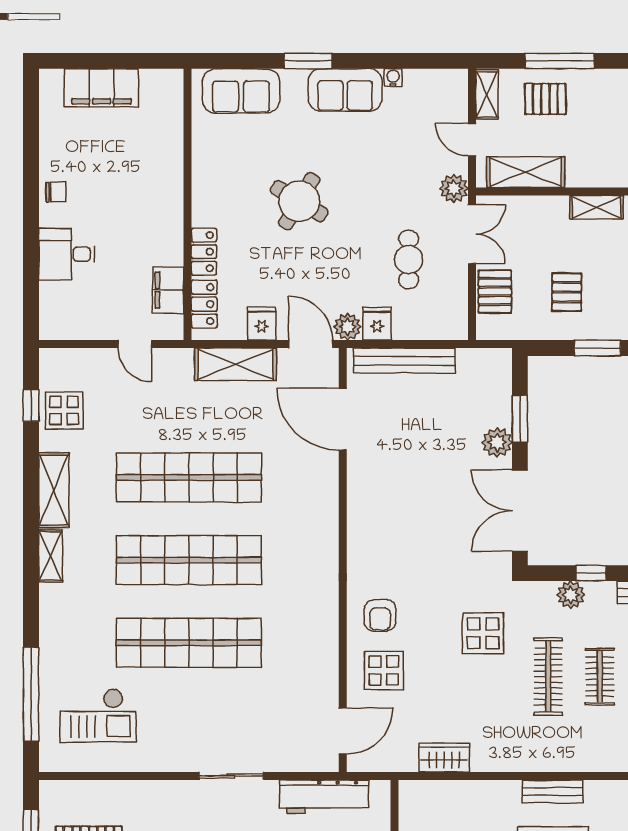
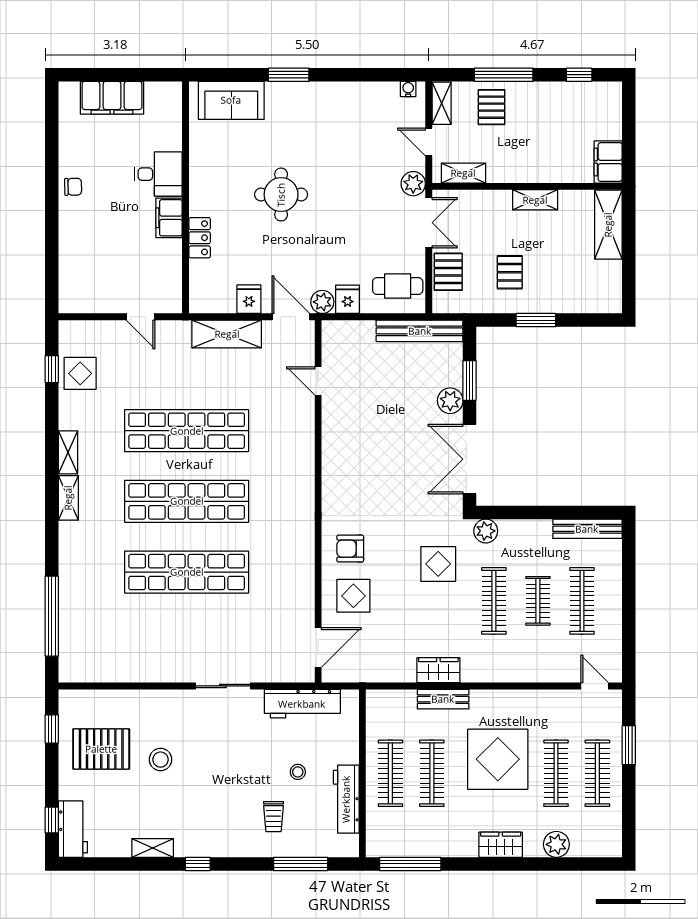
water cooler: (393, 78) -> (408, 89), moved
sofa: (345, 90) -> (320, 100), removed
pallet: (545, 99) -> (491, 107), turned 90
shelving: (526, 172) -> (463, 173), width x0.67, depth x0.75
round table: (299, 201) -> (281, 195), turned -31
desk: (67, 254) -> (158, 174), moved, turned 180
cafe table: (409, 259) -> (398, 286), moved, turned 90
filing cabinet: (168, 290) -> (169, 218), moved
locker: (204, 304) -> (200, 283), removed
bench: (404, 361) -> (420, 331), moved
door: (343, 419) -> (318, 381), width x0.53
shelving: (54, 490) -> (68, 452), width x0.67, depth x0.75
window: (591, 573) -> (530, 512), removed
plant: (571, 595) -> (486, 531), moved
armchair: (380, 615) -> (350, 549), turned 90
checkout: (98, 715) -> (109, 634), removed
wardrobe: (444, 758) -> (438, 670), moved
bench: (552, 791) -> (443, 699), moved

